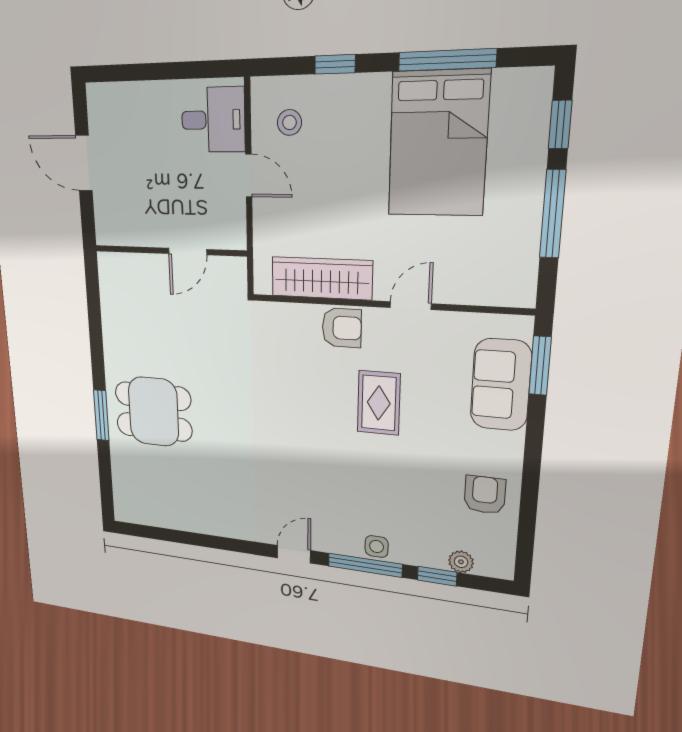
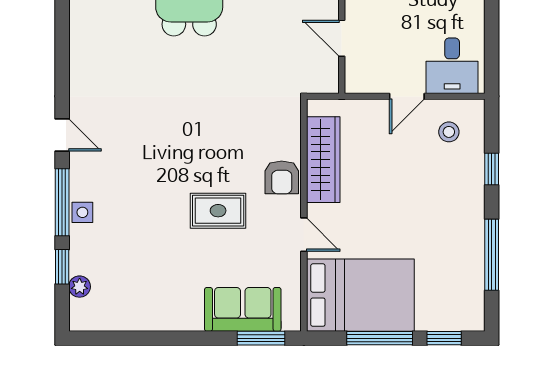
bed: (438, 144) -> (360, 295), moved, turned 180
armchair: (485, 495) -> (145, 303), removed

